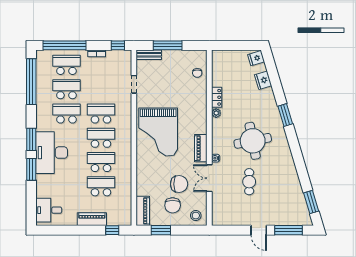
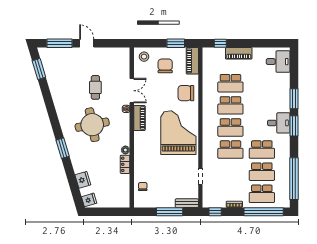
desk: (52, 153) -> (279, 123), width x0.53, depth x0.77
chair: (179, 184) -> (186, 93), moved

